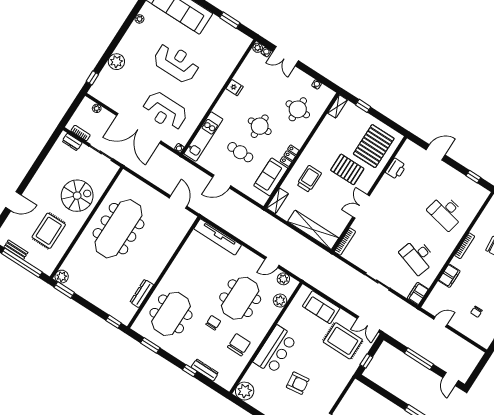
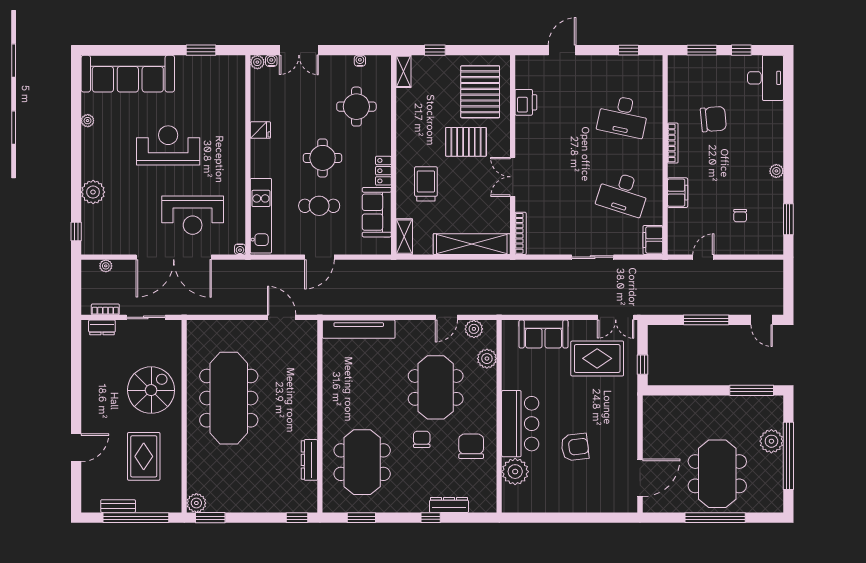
plant: (245, 391) -> (515, 472), moved

